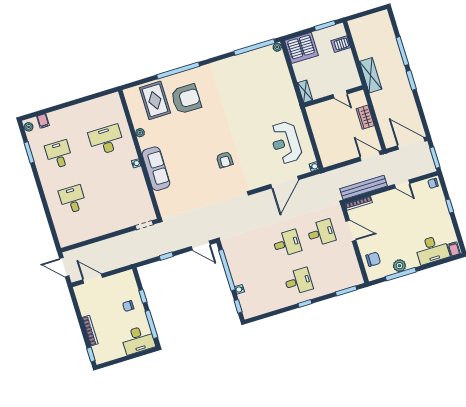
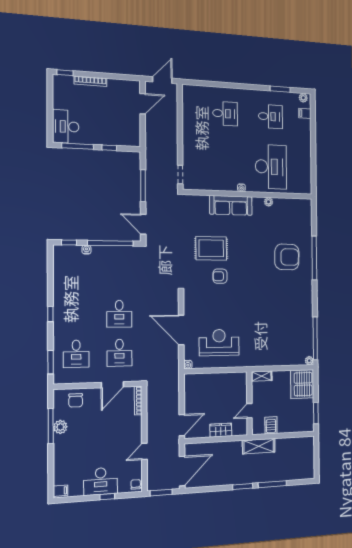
server rack: (341, 44) -> (271, 425), moved
armchair: (186, 99) -> (287, 257), turned -89
rug: (155, 100) -> (211, 248), moved
desk: (106, 140) -> (271, 167), width x1.36, depth x1.30
bench: (364, 187) -> (153, 410), removed
door: (201, 246) -> (143, 224), hinge flipped
desk: (432, 250) -> (101, 481), moved, turned -90
window: (166, 256) -> (143, 186), width x2.17
desk: (298, 281) -> (76, 354), moved
chair: (128, 306) -> (104, 129), removed

